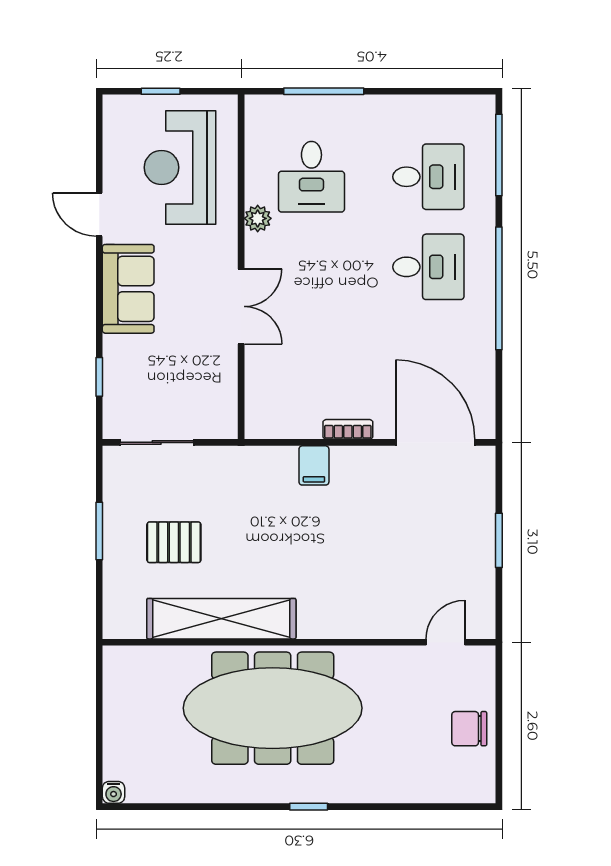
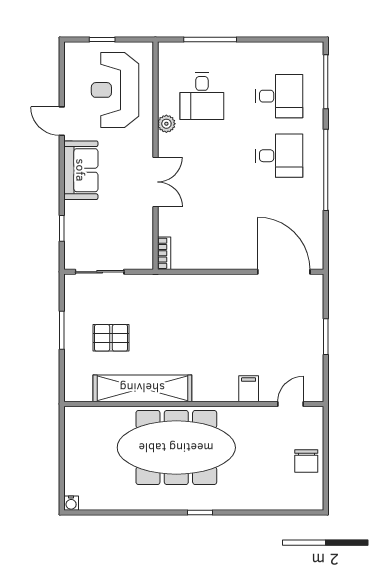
bookcase: (348, 429) -> (164, 253), moved, turned 90
filing cabinet: (314, 465) -> (249, 389), moved, turned 180
chair: (469, 729) -> (306, 461), turned -90

